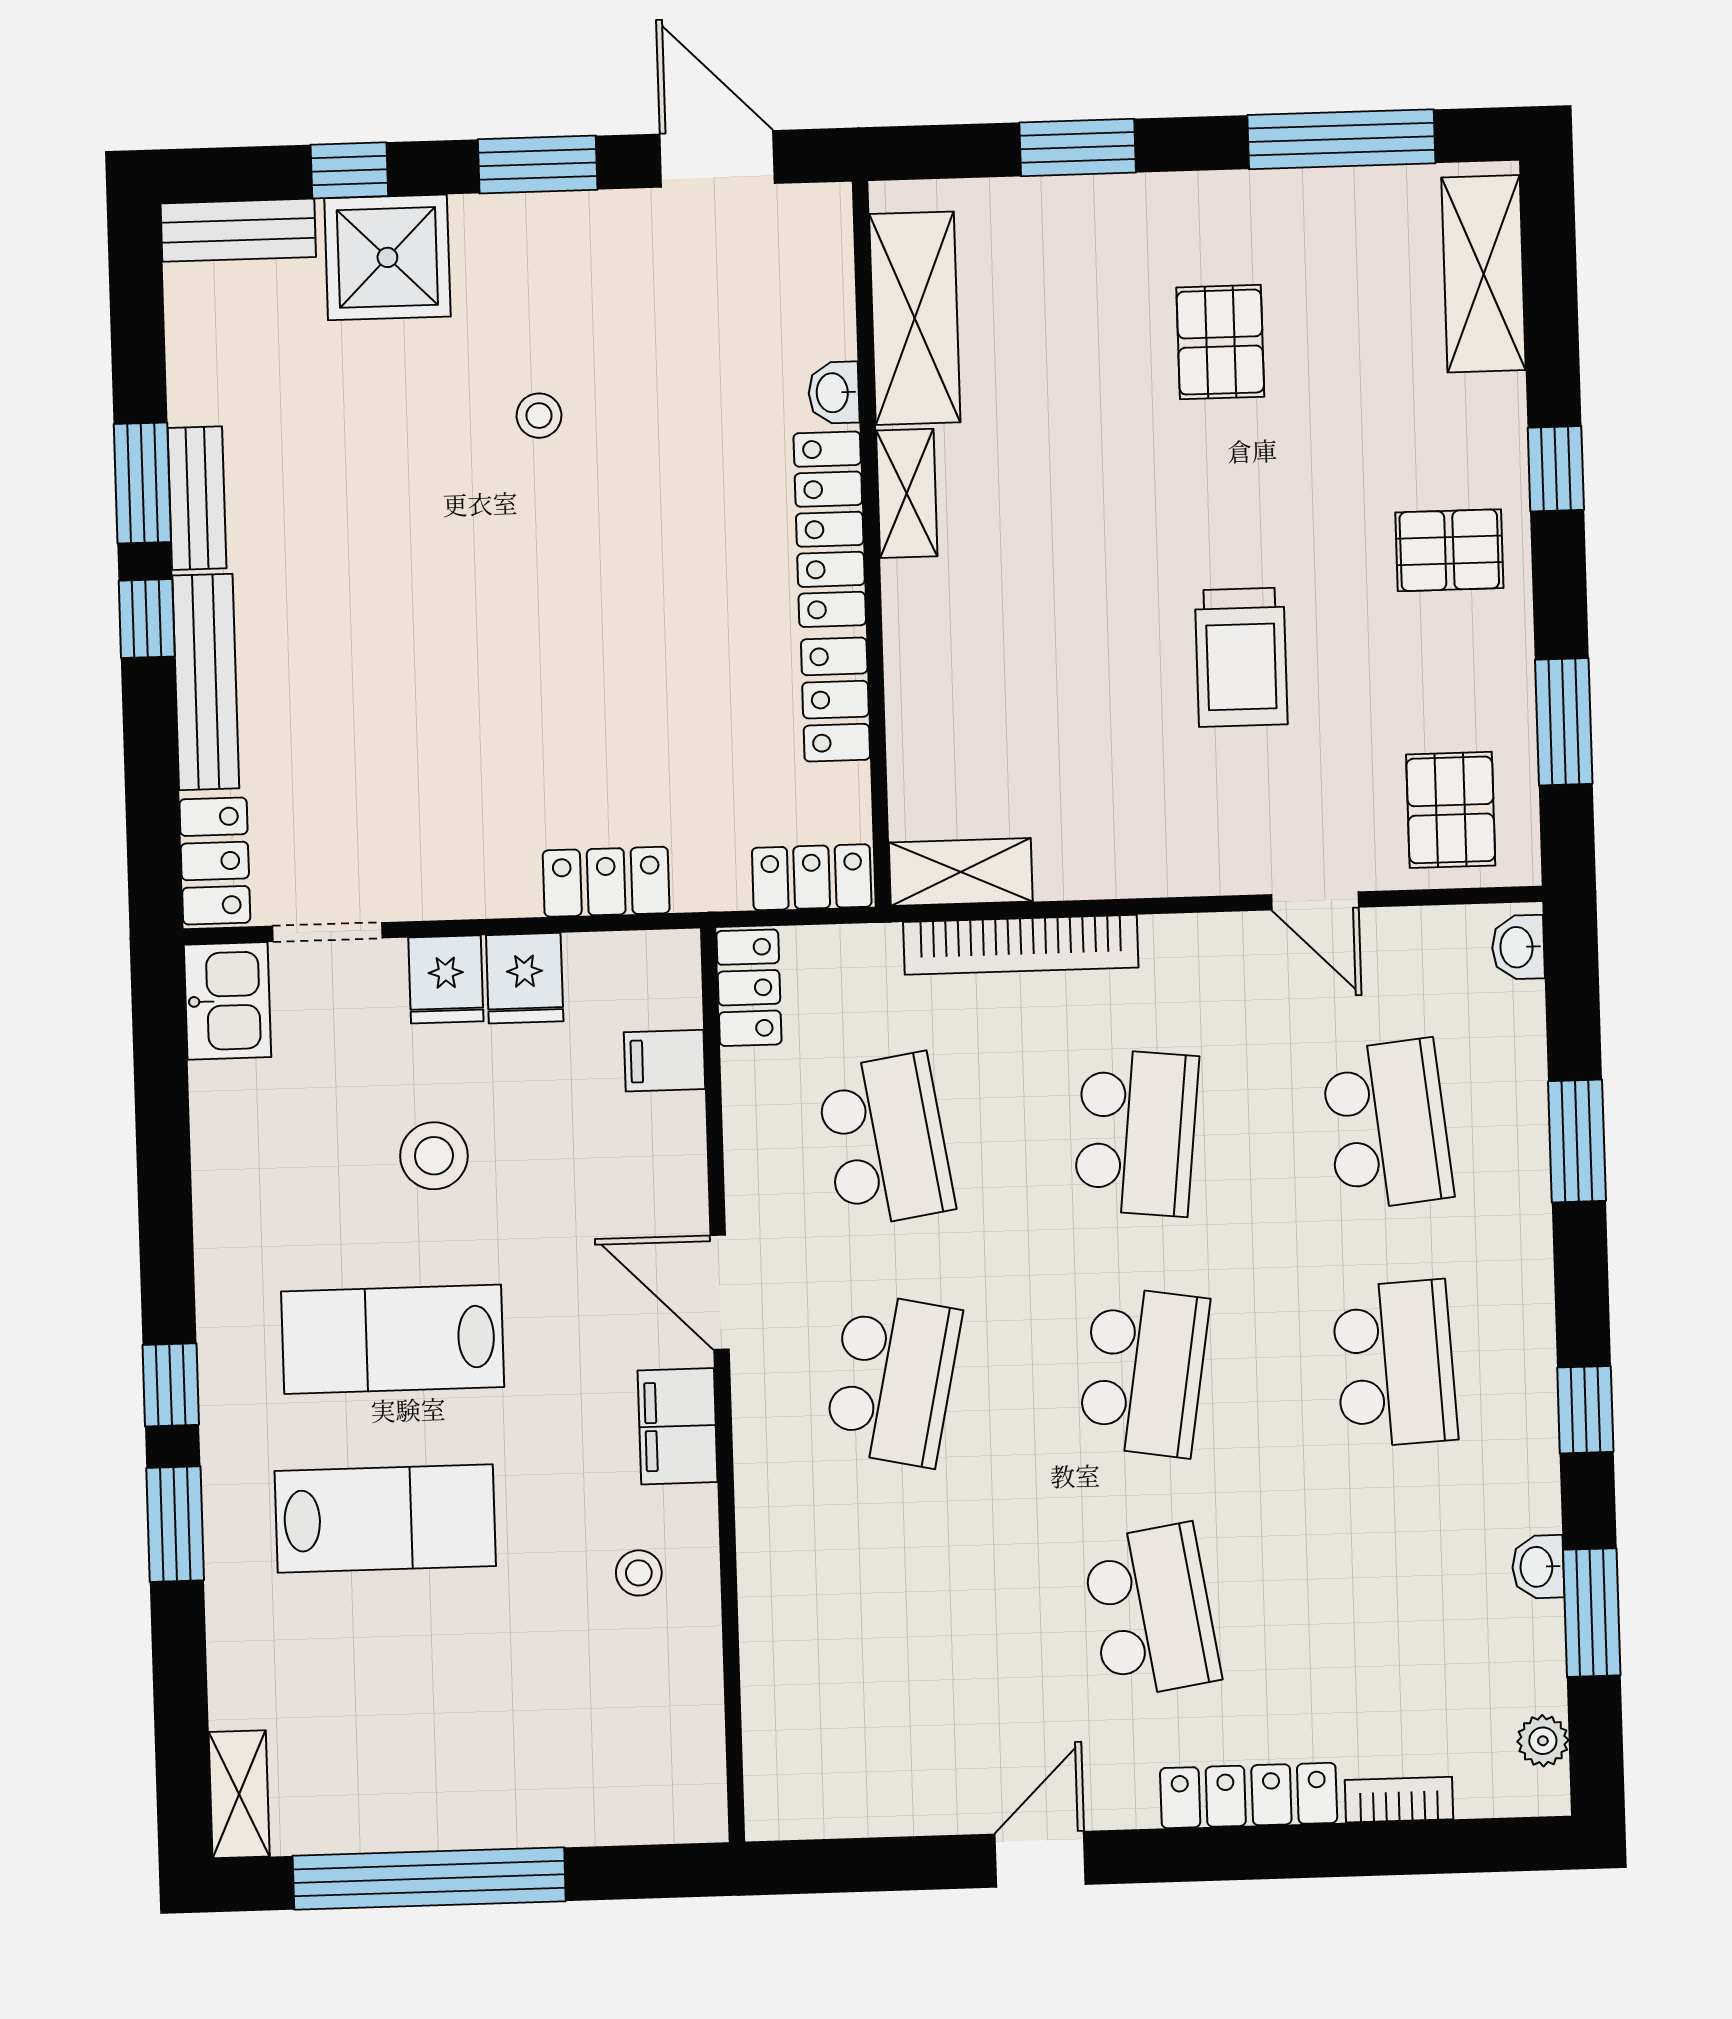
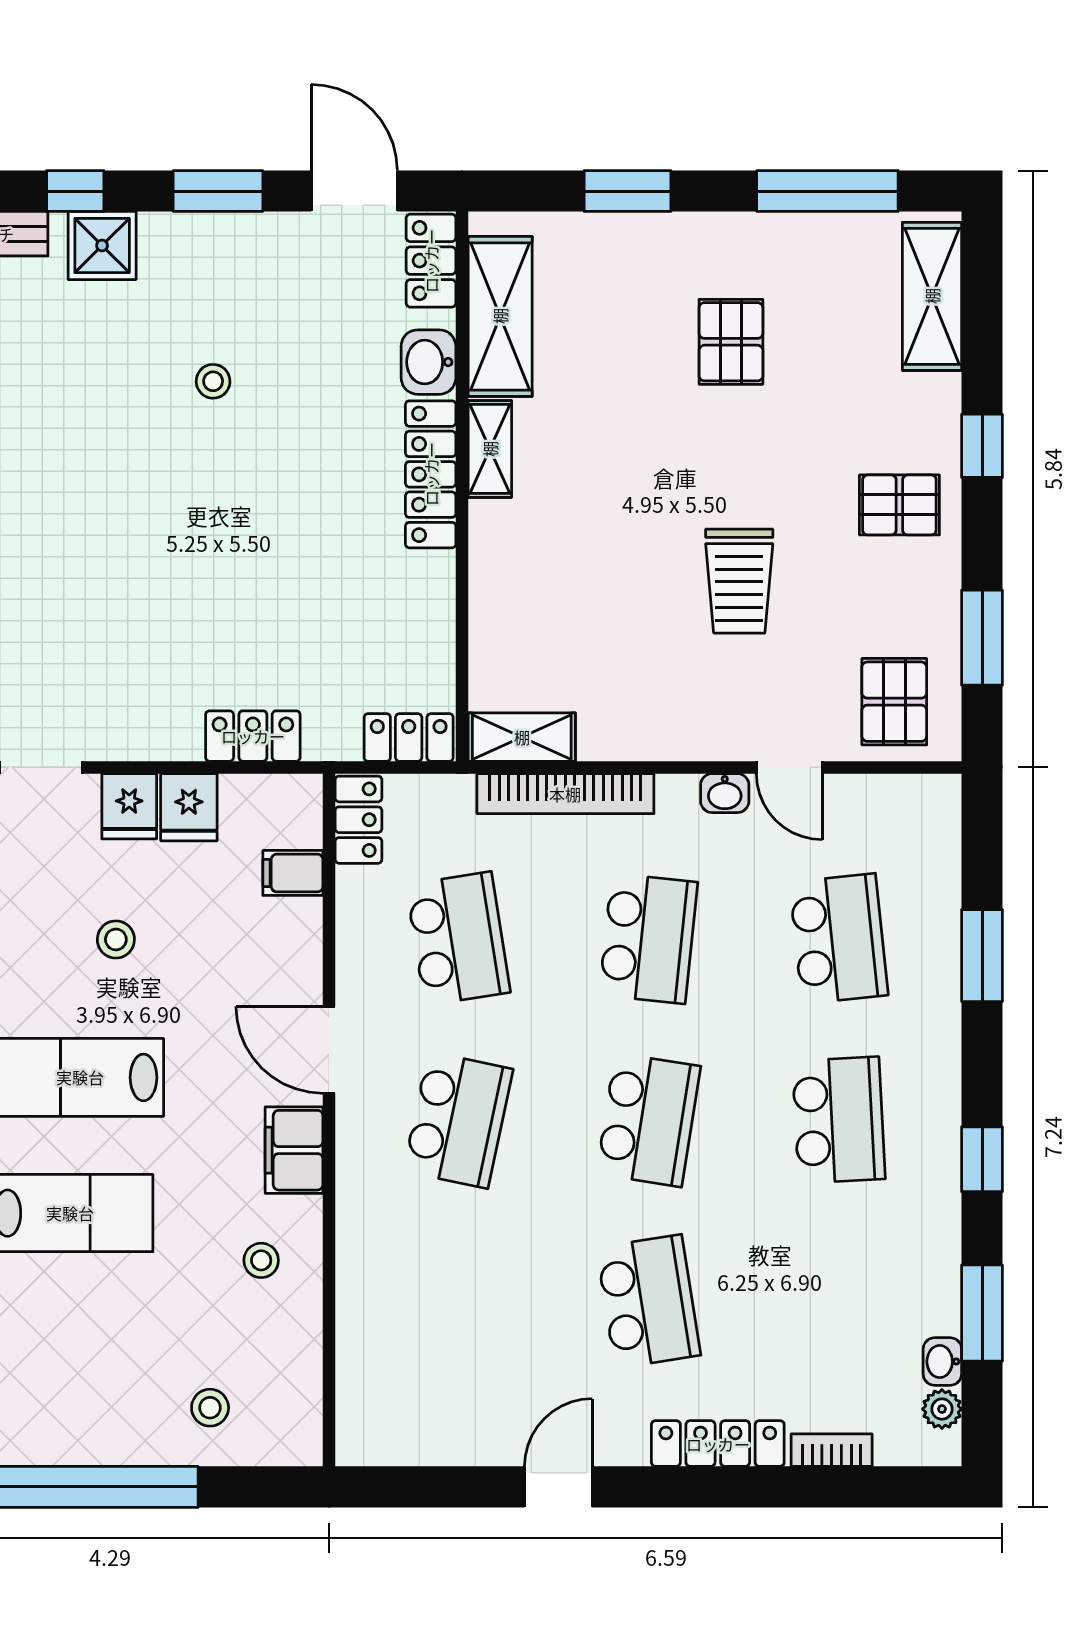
shower: (387, 257) -> (102, 246), width x0.73, depth x0.73
washbasin: (834, 393) -> (428, 362), width x1.38, depth x1.45
locker: (836, 700) -> (431, 261), moved
washbasin: (1518, 947) -> (725, 793), moved, turned -90
stool: (434, 1156) -> (116, 939), width x0.73, depth x0.73
washbasin: (1538, 1567) -> (942, 1362), moved
stool: (577, 1769) -> (210, 1408), added

